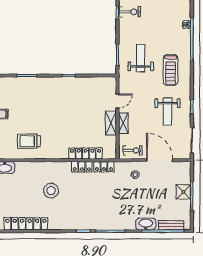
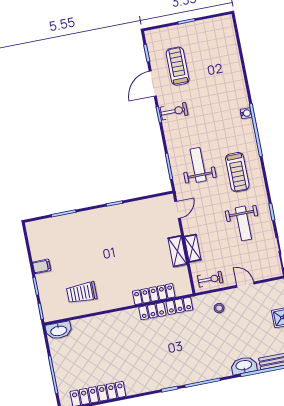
door: (117, 101) -> (178, 210), moved
door: (160, 160) -> (245, 285), width x0.53
stool: (51, 191) -> (121, 348), removed

